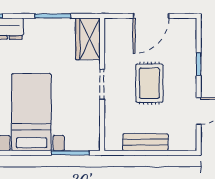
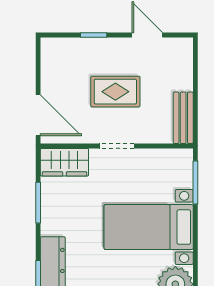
door: (151, 16) -> (38, 115), moved
bench: (145, 142) -> (183, 118), moved

